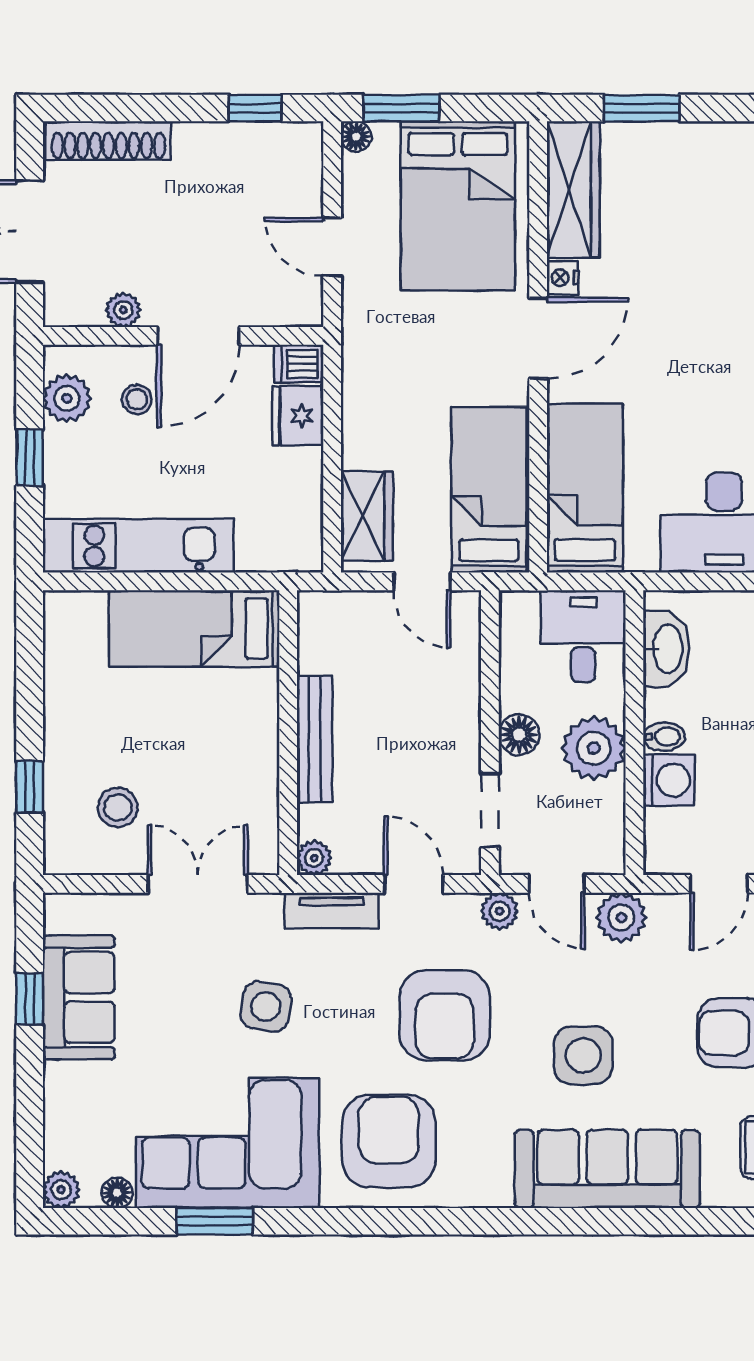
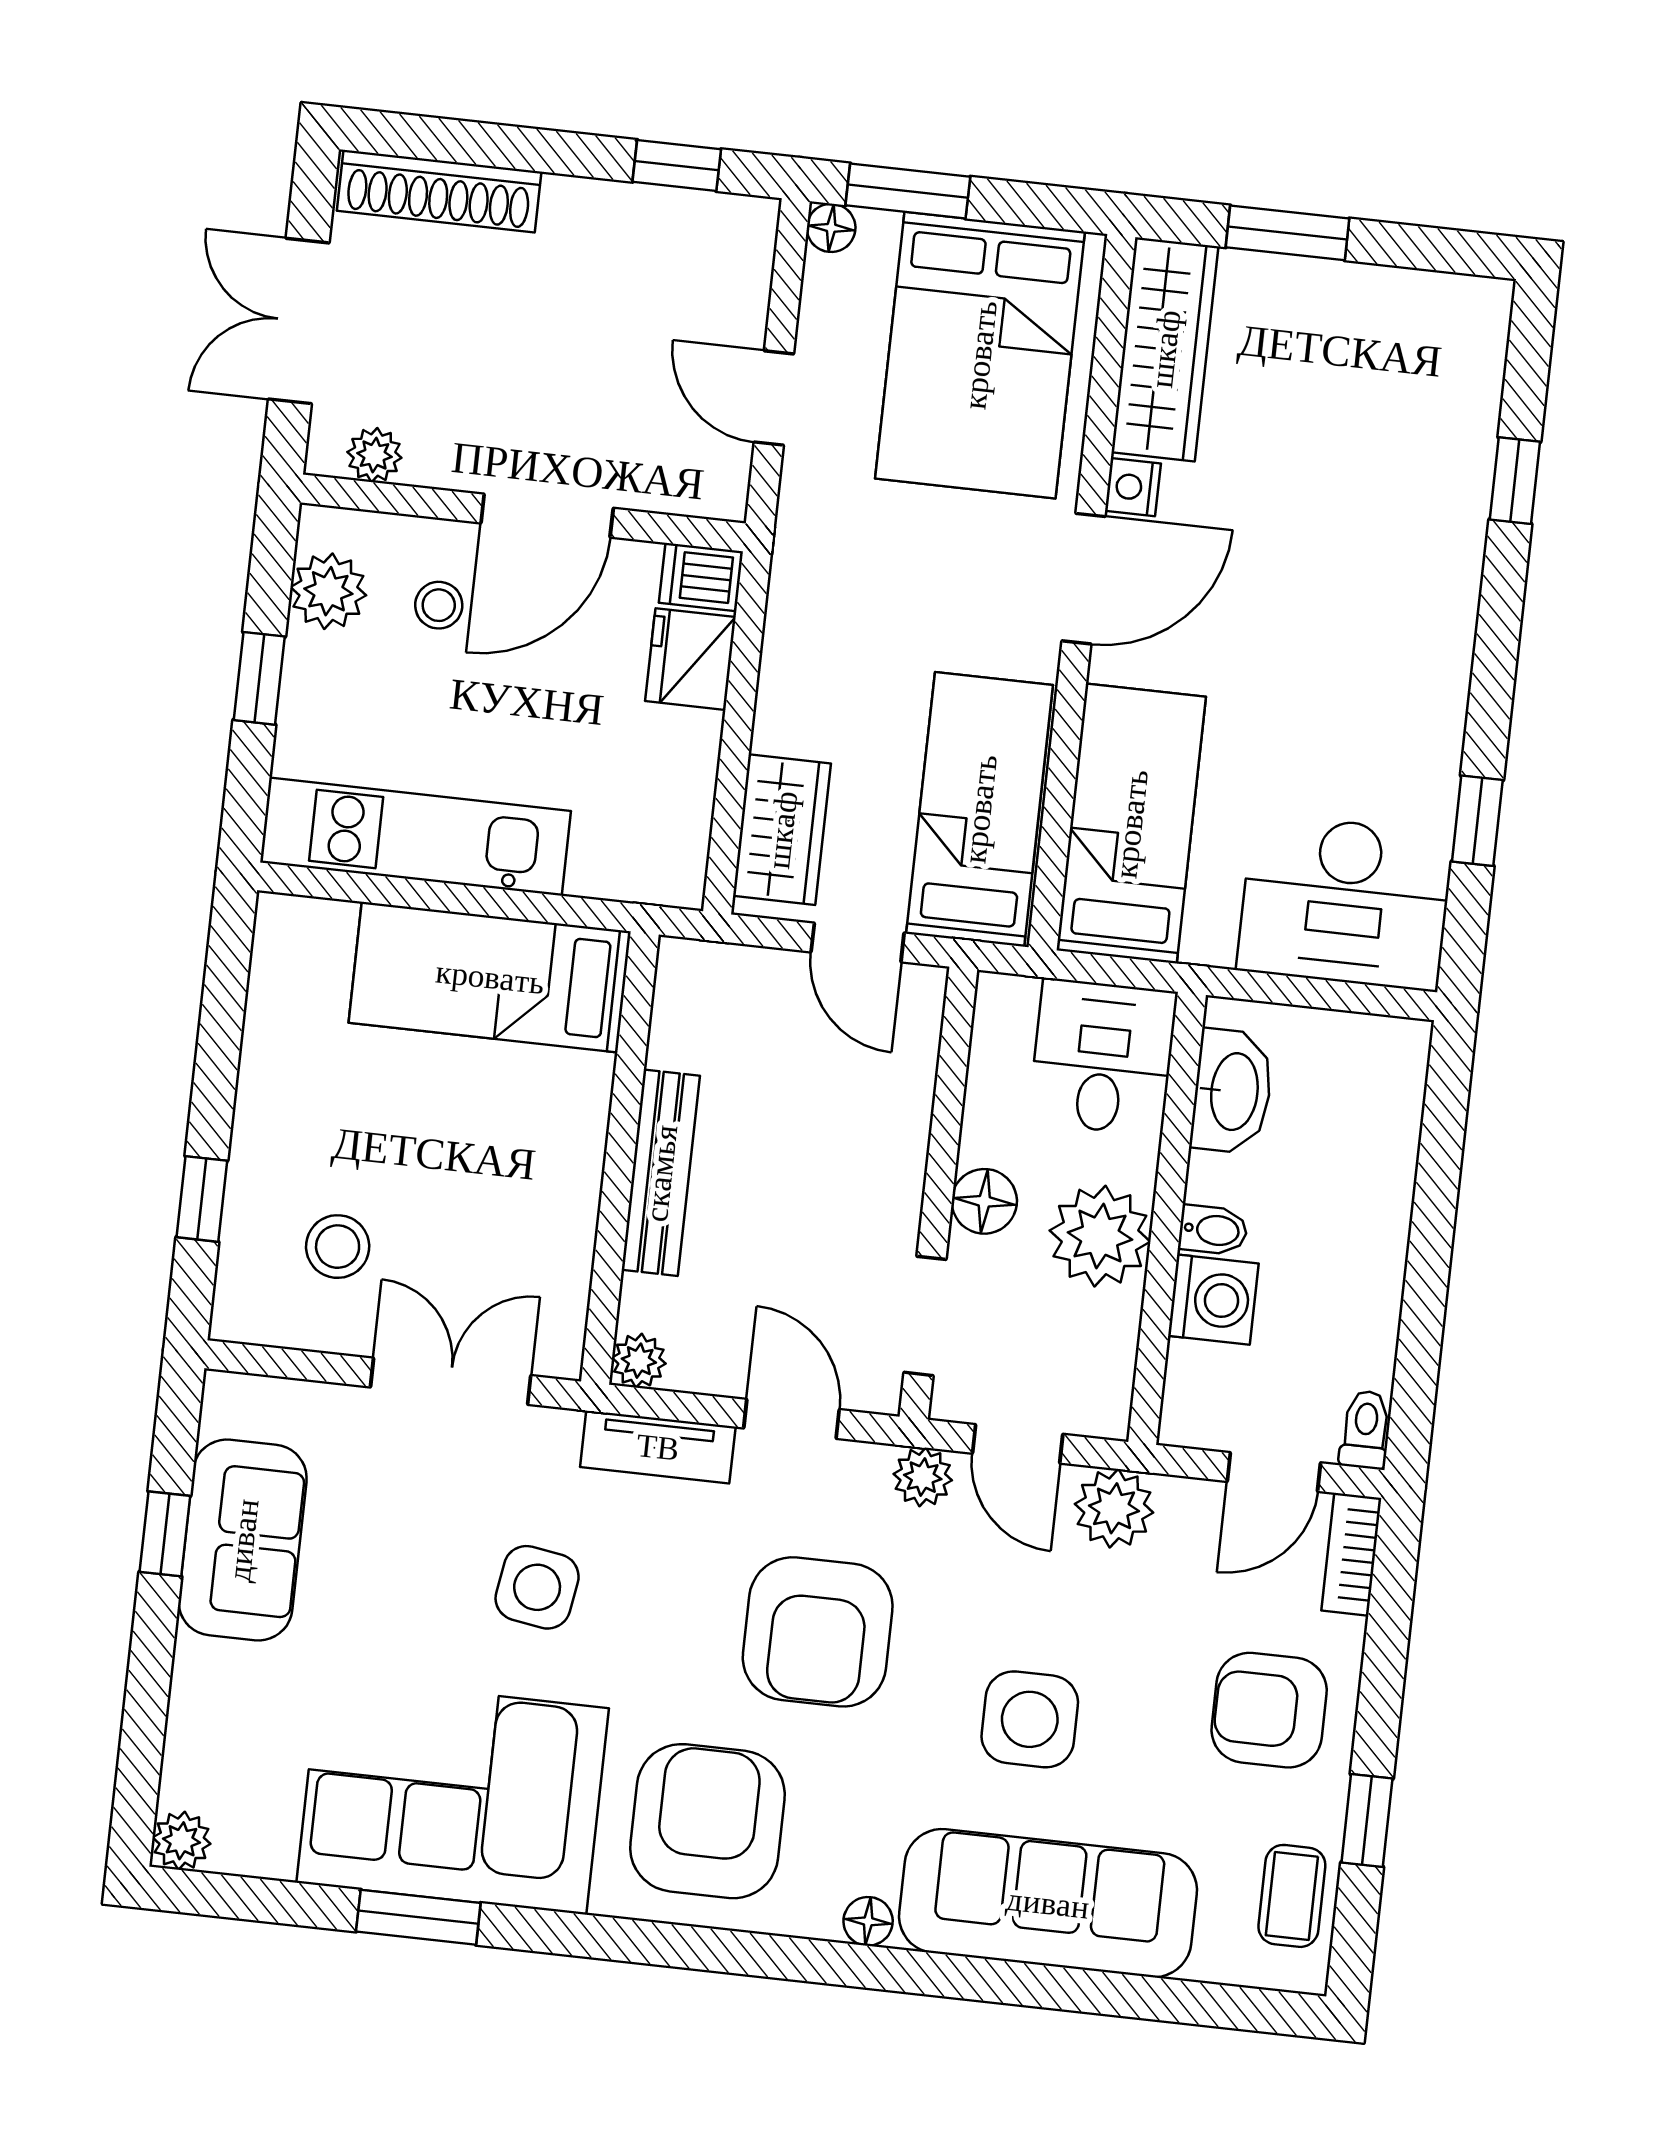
plant: (123, 310) -> (374, 455), moved
floor lamp: (117, 1193) -> (868, 1921), moved

